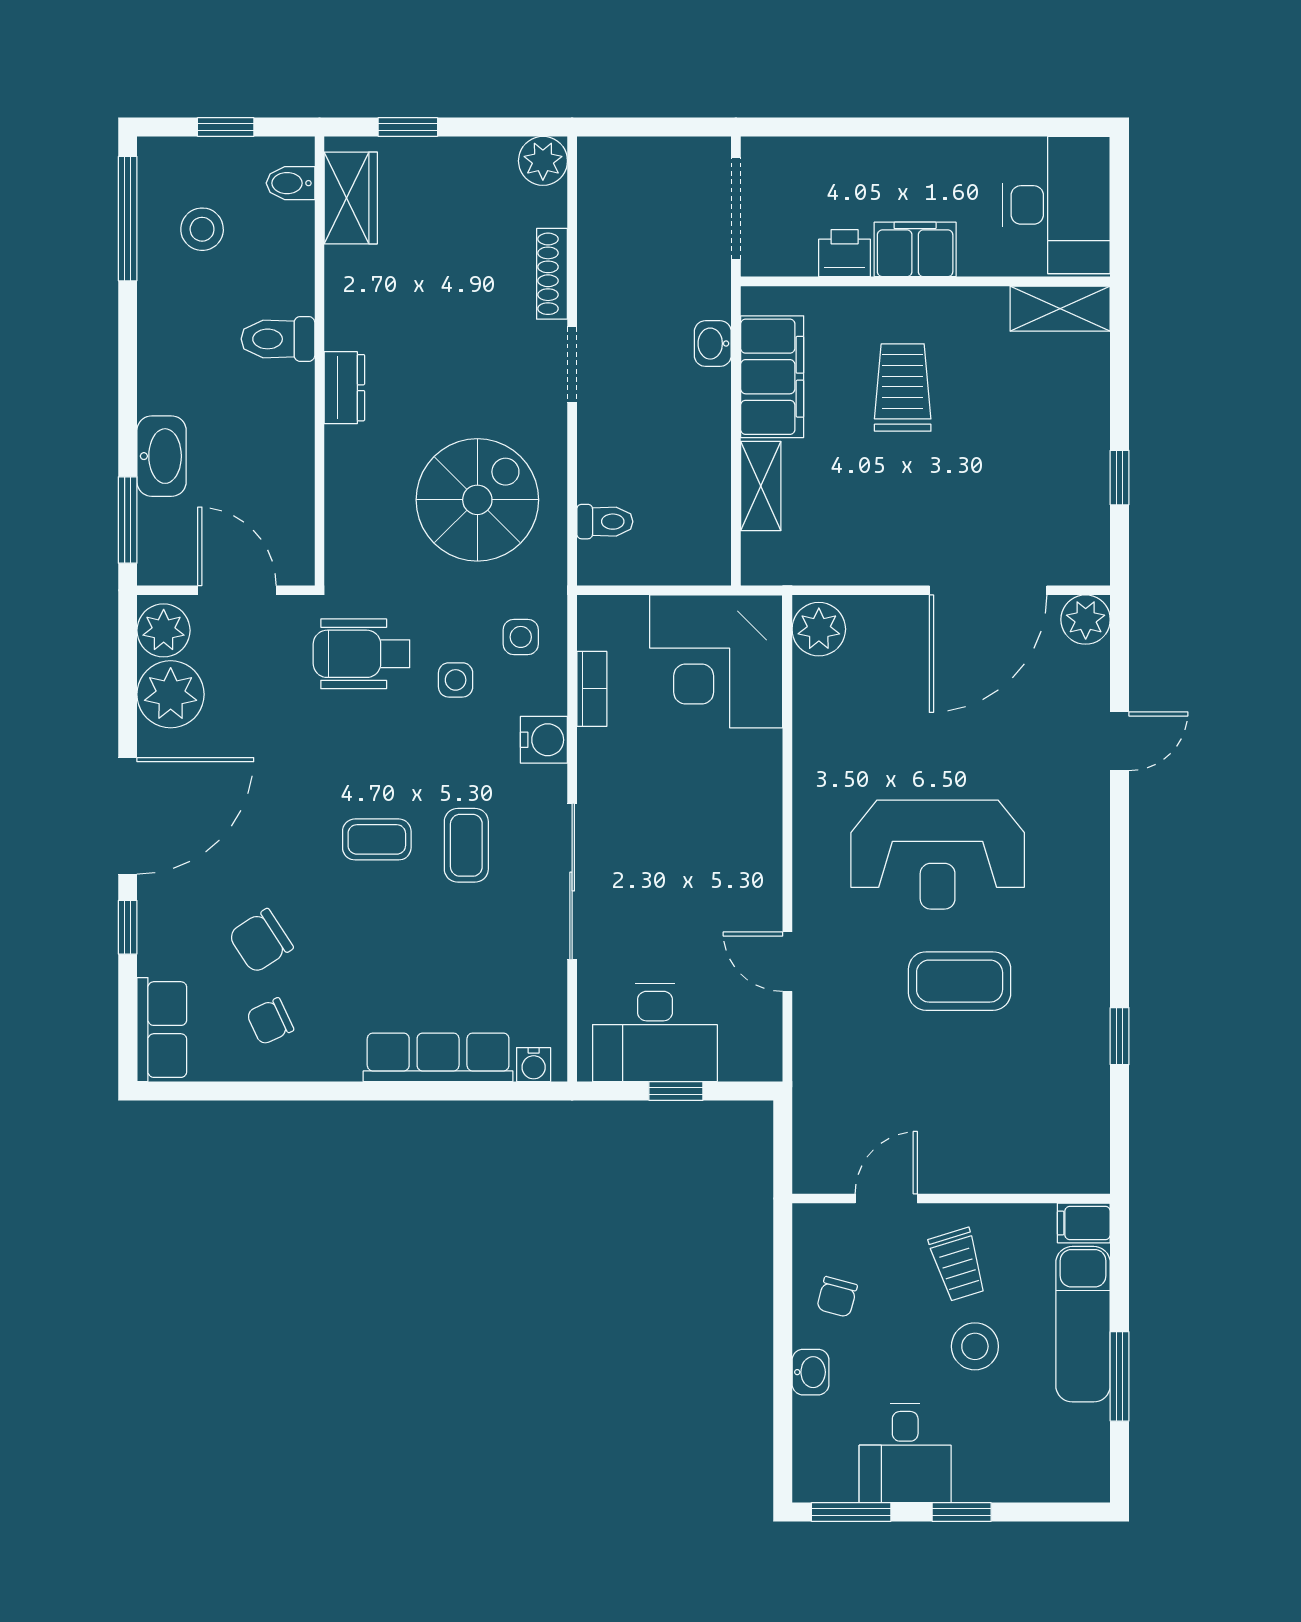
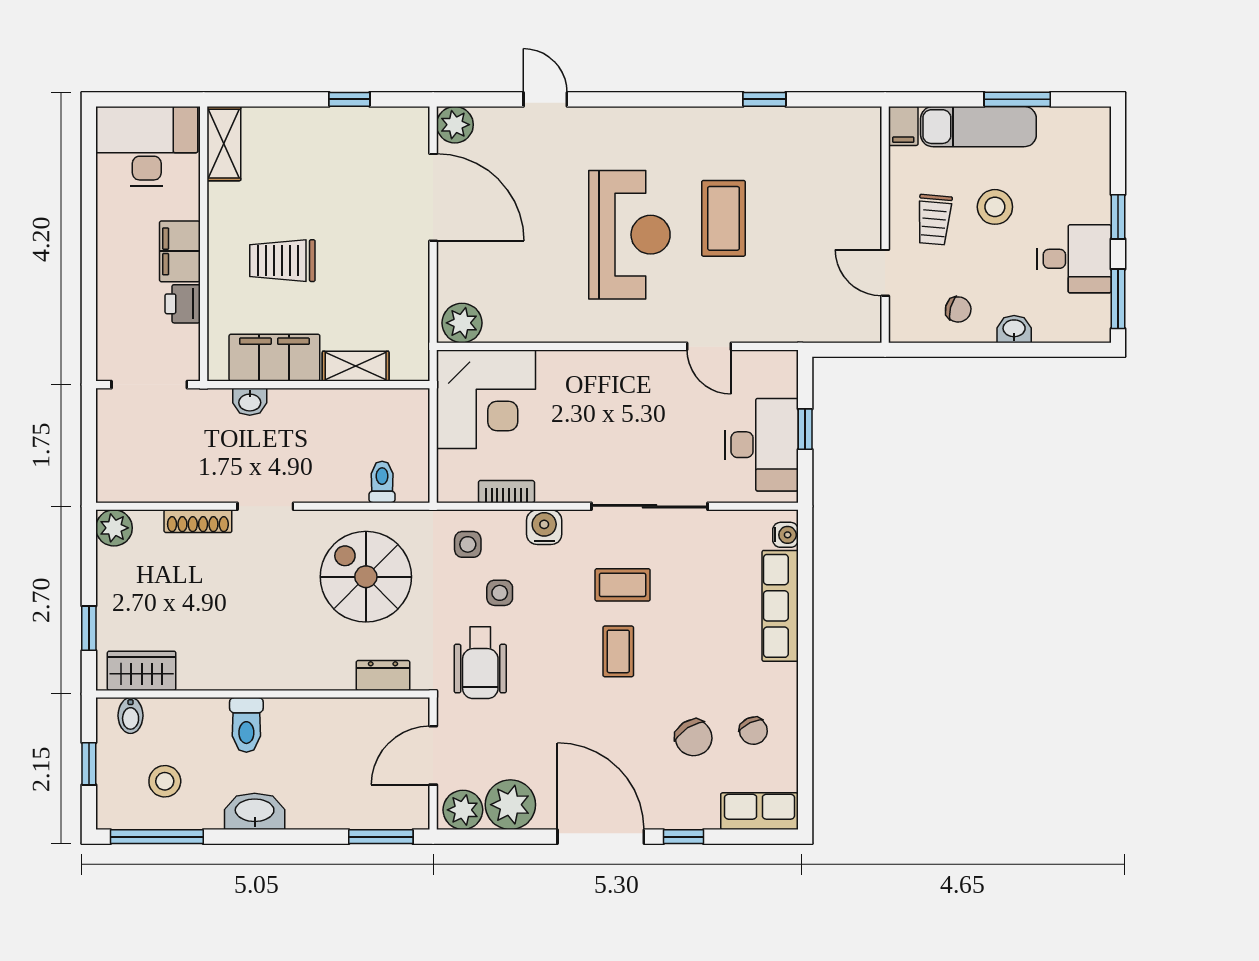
dresser: (344, 388) -> (383, 675), moved
washbasin: (162, 456) -> (255, 811), moved
door: (787, 962) -> (709, 346), hinge flipped
trolley: (958, 1265) -> (934, 220), turned 112

